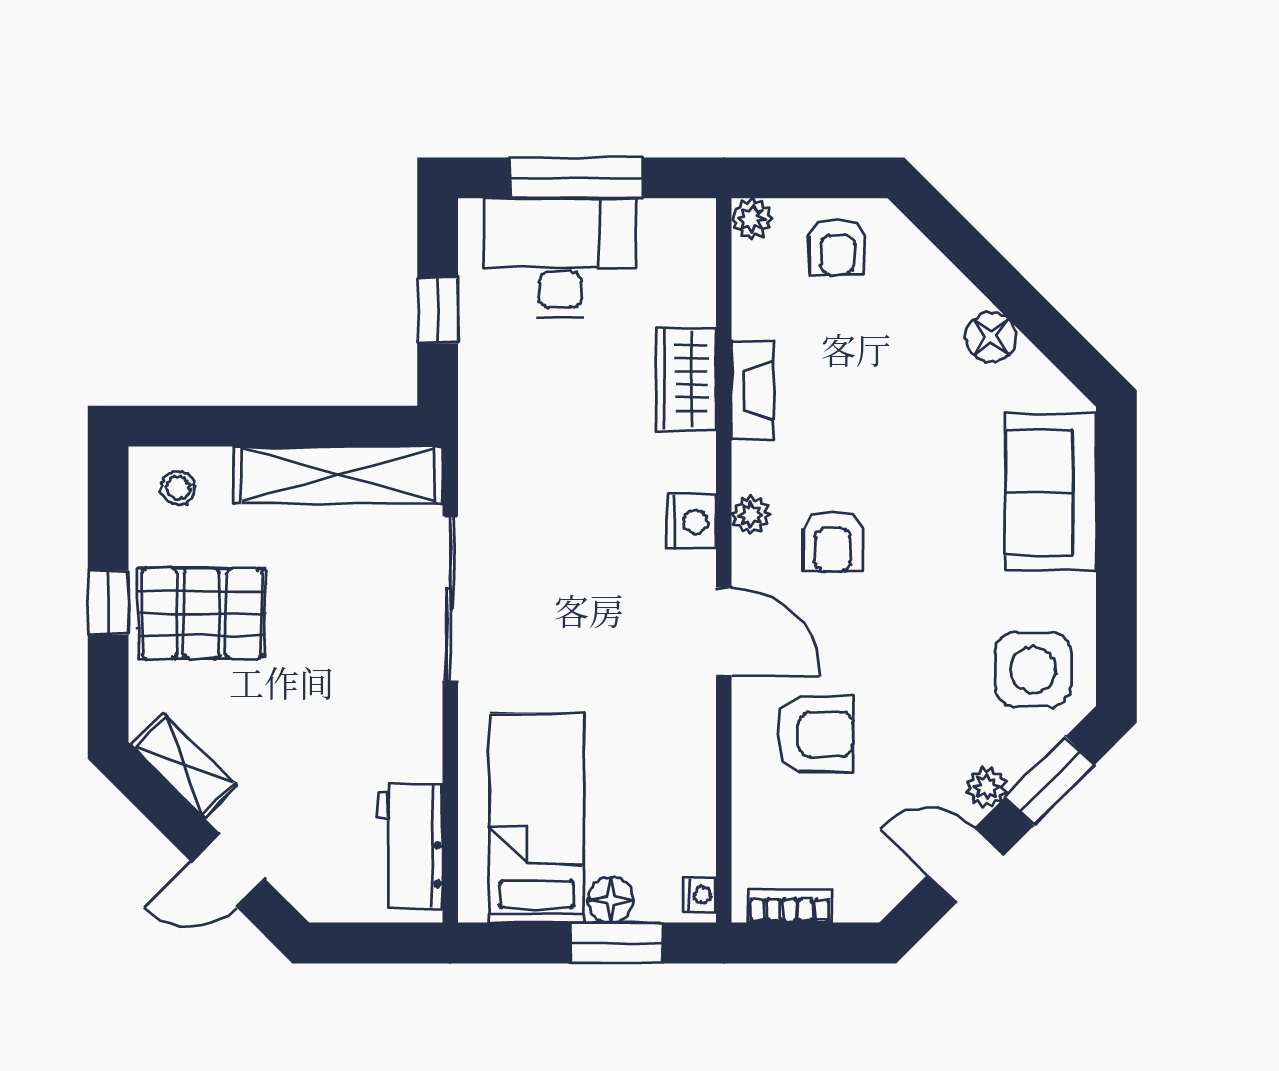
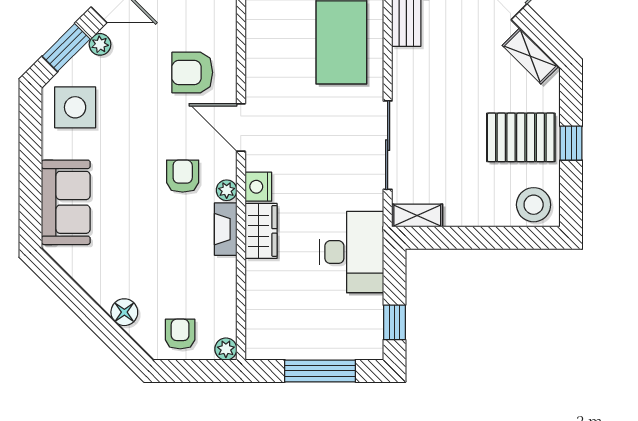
desk: (560, 258) -> (352, 252), moved, turned -90
window: (438, 311) -> (394, 322), moved
floor lamp: (991, 337) -> (124, 312), moved
wardrobe: (686, 379) -> (261, 231), moved
fireplace: (752, 390) -> (226, 229), moved
shelving: (338, 475) -> (417, 215), width x0.45, depth x0.75
stool: (178, 488) -> (534, 205), width x1.89, depth x1.89

